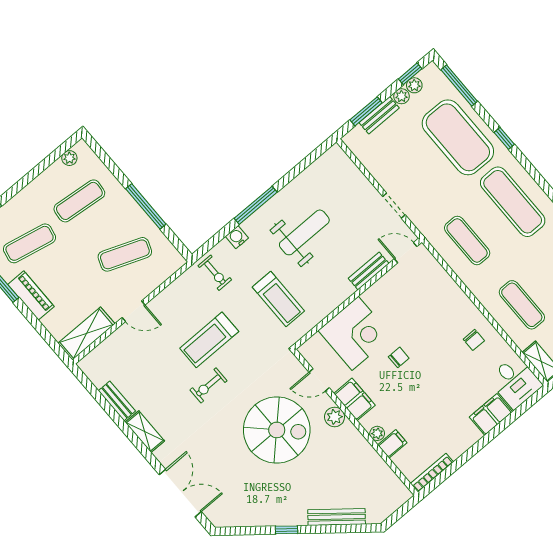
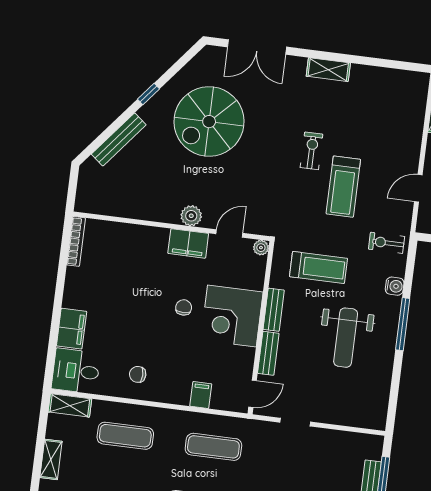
treadmill: (278, 299) -> (318, 267), turned 180
door: (133, 311) -> (418, 188), moved
corner desk: (355, 333) -> (232, 316), moved
treadmill: (209, 340) -> (343, 187), turned 180
chair: (399, 357) -> (184, 307), turned 180
bench: (117, 401) -> (274, 310), moved, turned 90
spiral stairs: (277, 430) -> (209, 122), moved
plant: (377, 433) -> (261, 248), moved
filing cabinet: (392, 444) -> (201, 395), moved, turned 180

